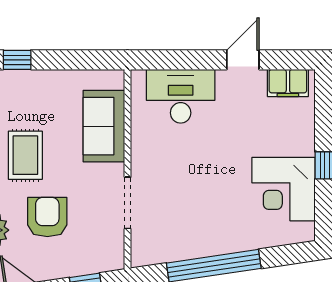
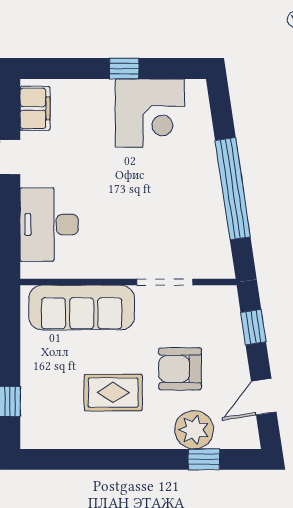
sofa: (104, 126) -> (82, 307), width x1.36

